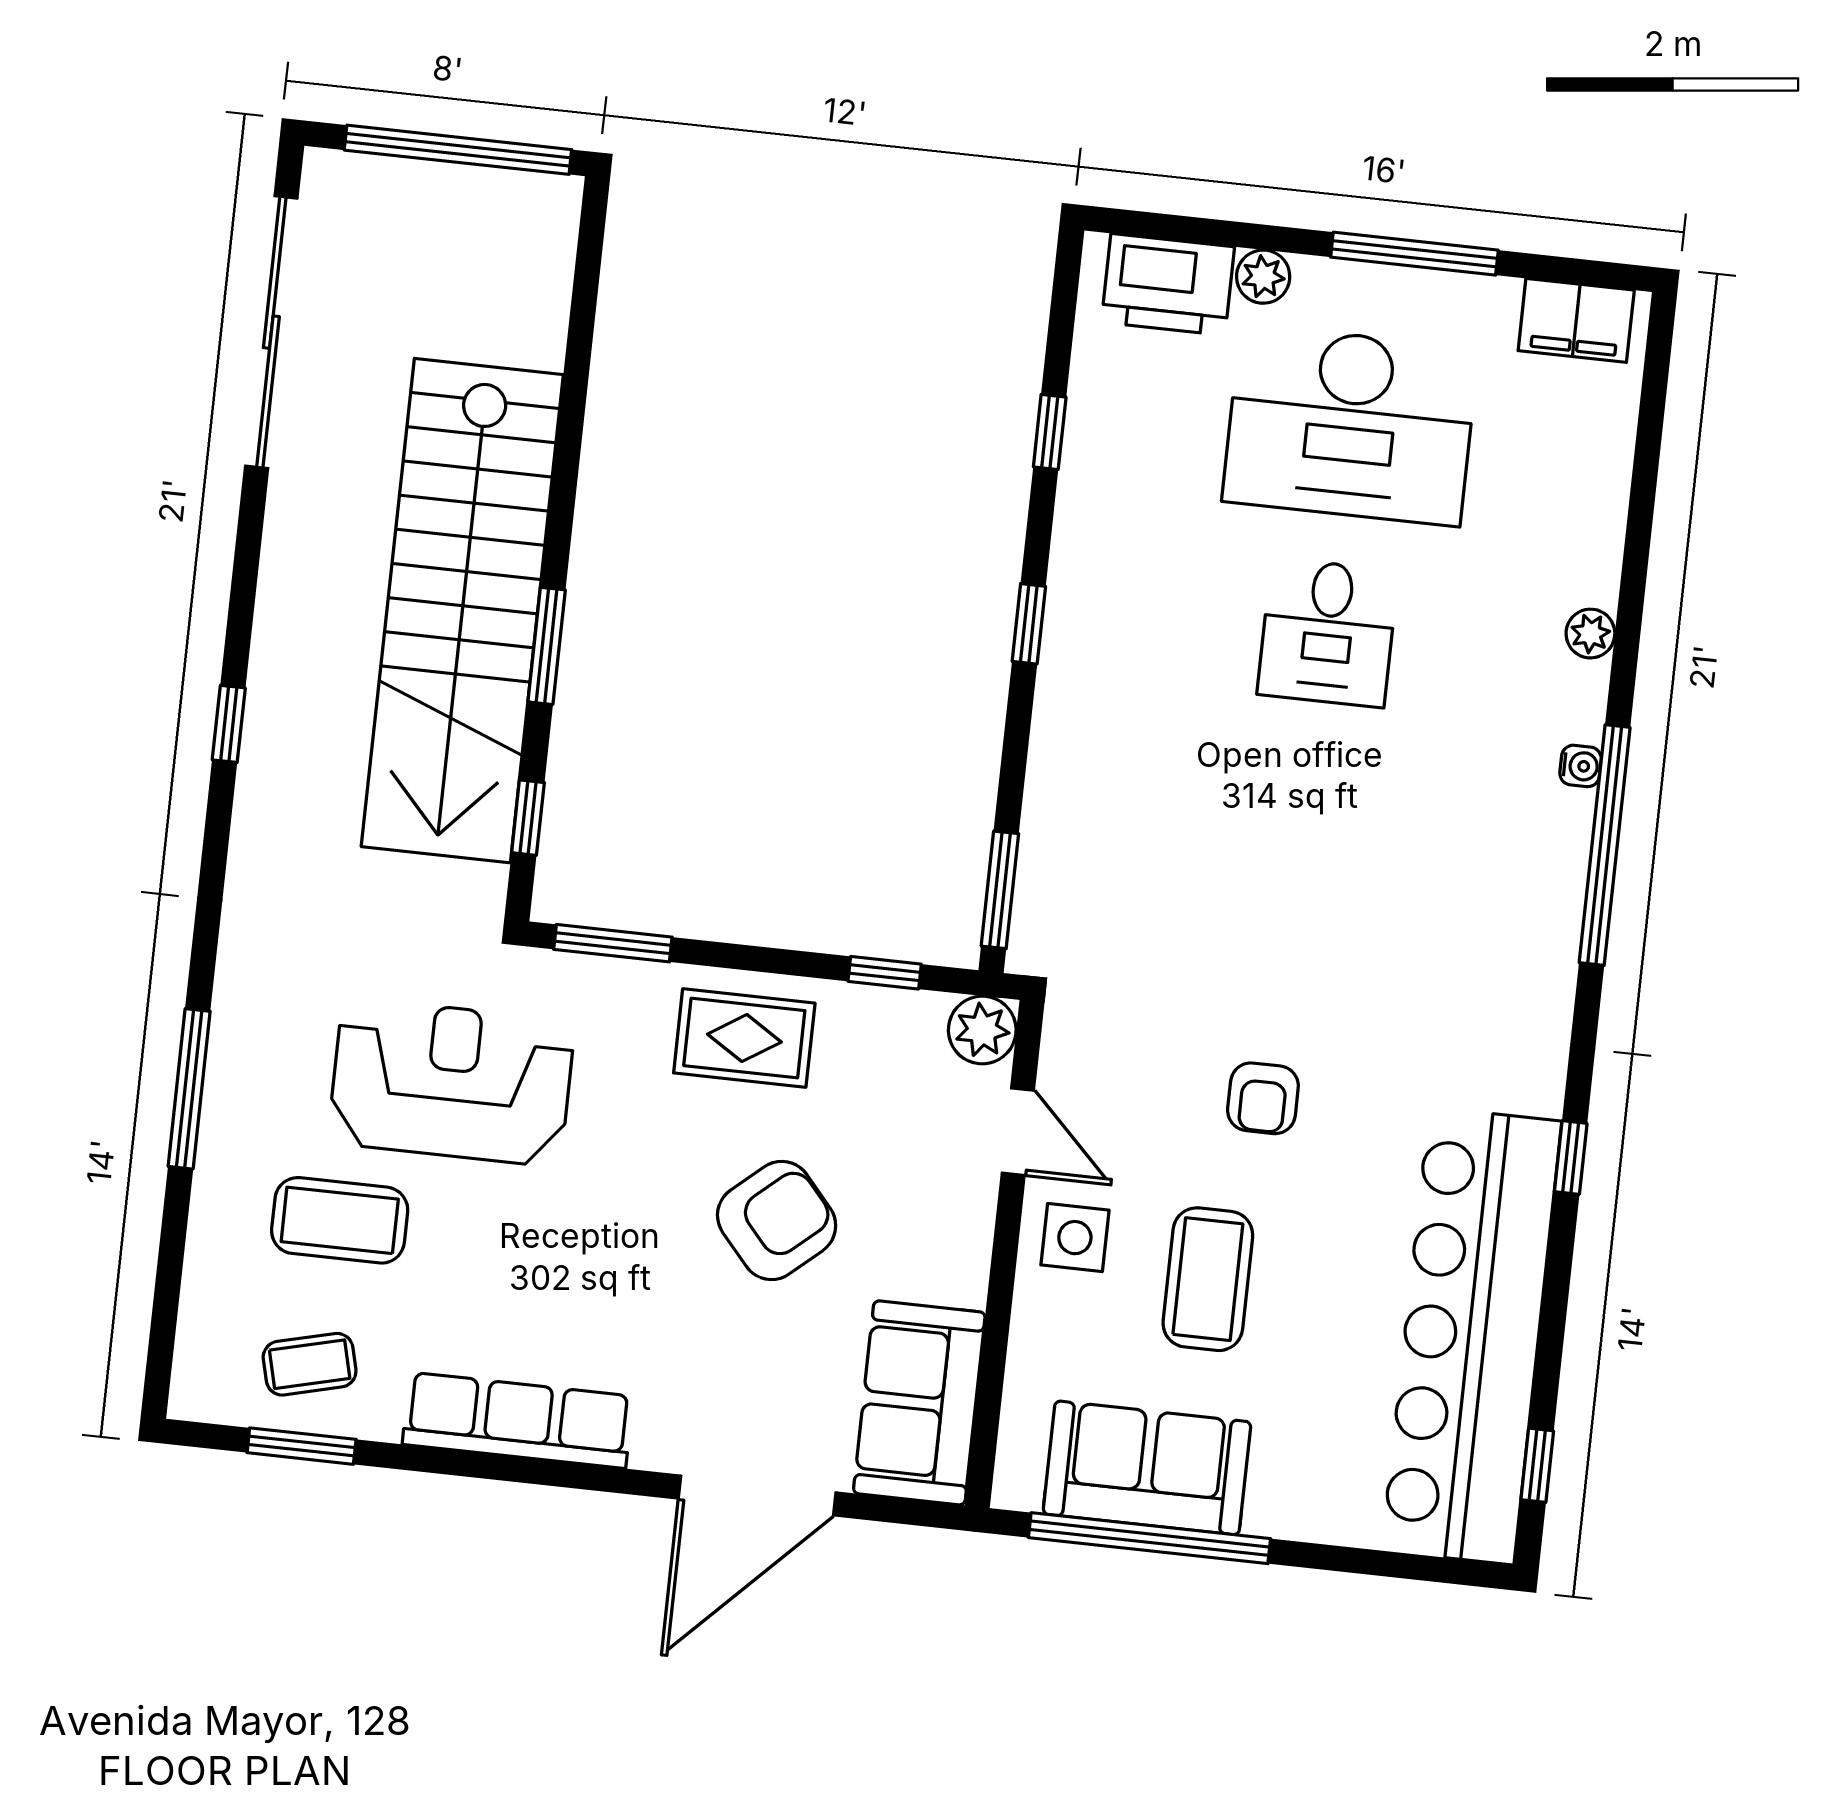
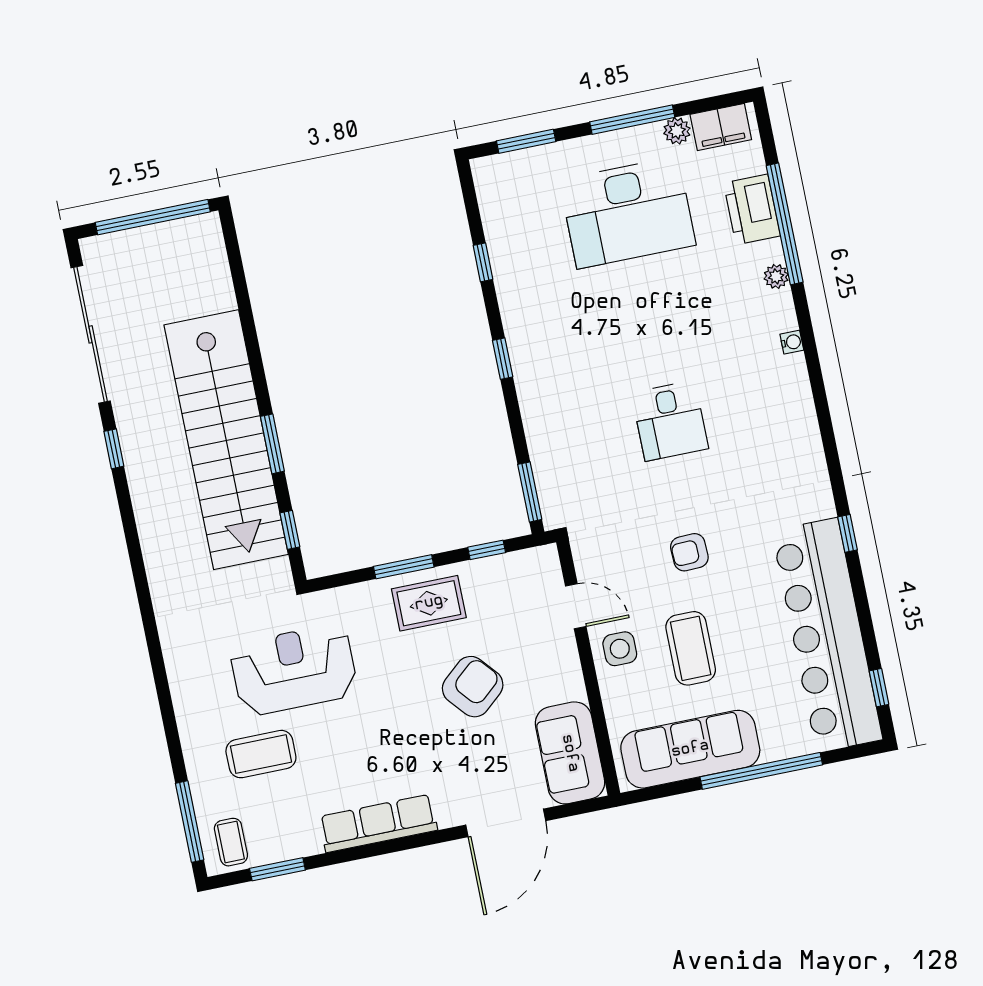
window: (1203, 231) -> (526, 141), added
plant: (1263, 277) -> (677, 131), moved
printer: (1168, 284) -> (752, 209), moved, turned 90
desk: (1328, 633) -> (670, 421), moved
window: (229, 724) -> (114, 449), moved
window: (1605, 845) -> (785, 224), moved
window: (613, 943) -> (404, 567), moved
plant: (982, 1030) -> (543, 563), removed
window: (189, 1089) -> (190, 822), moved
armchair: (1263, 1098) -> (689, 552), turned 88
coffee table: (310, 1364) -> (231, 842), moved, turned -76
sofa: (1147, 1468) -> (690, 749), width x1.36
window: (1150, 1538) -> (761, 771), moved

